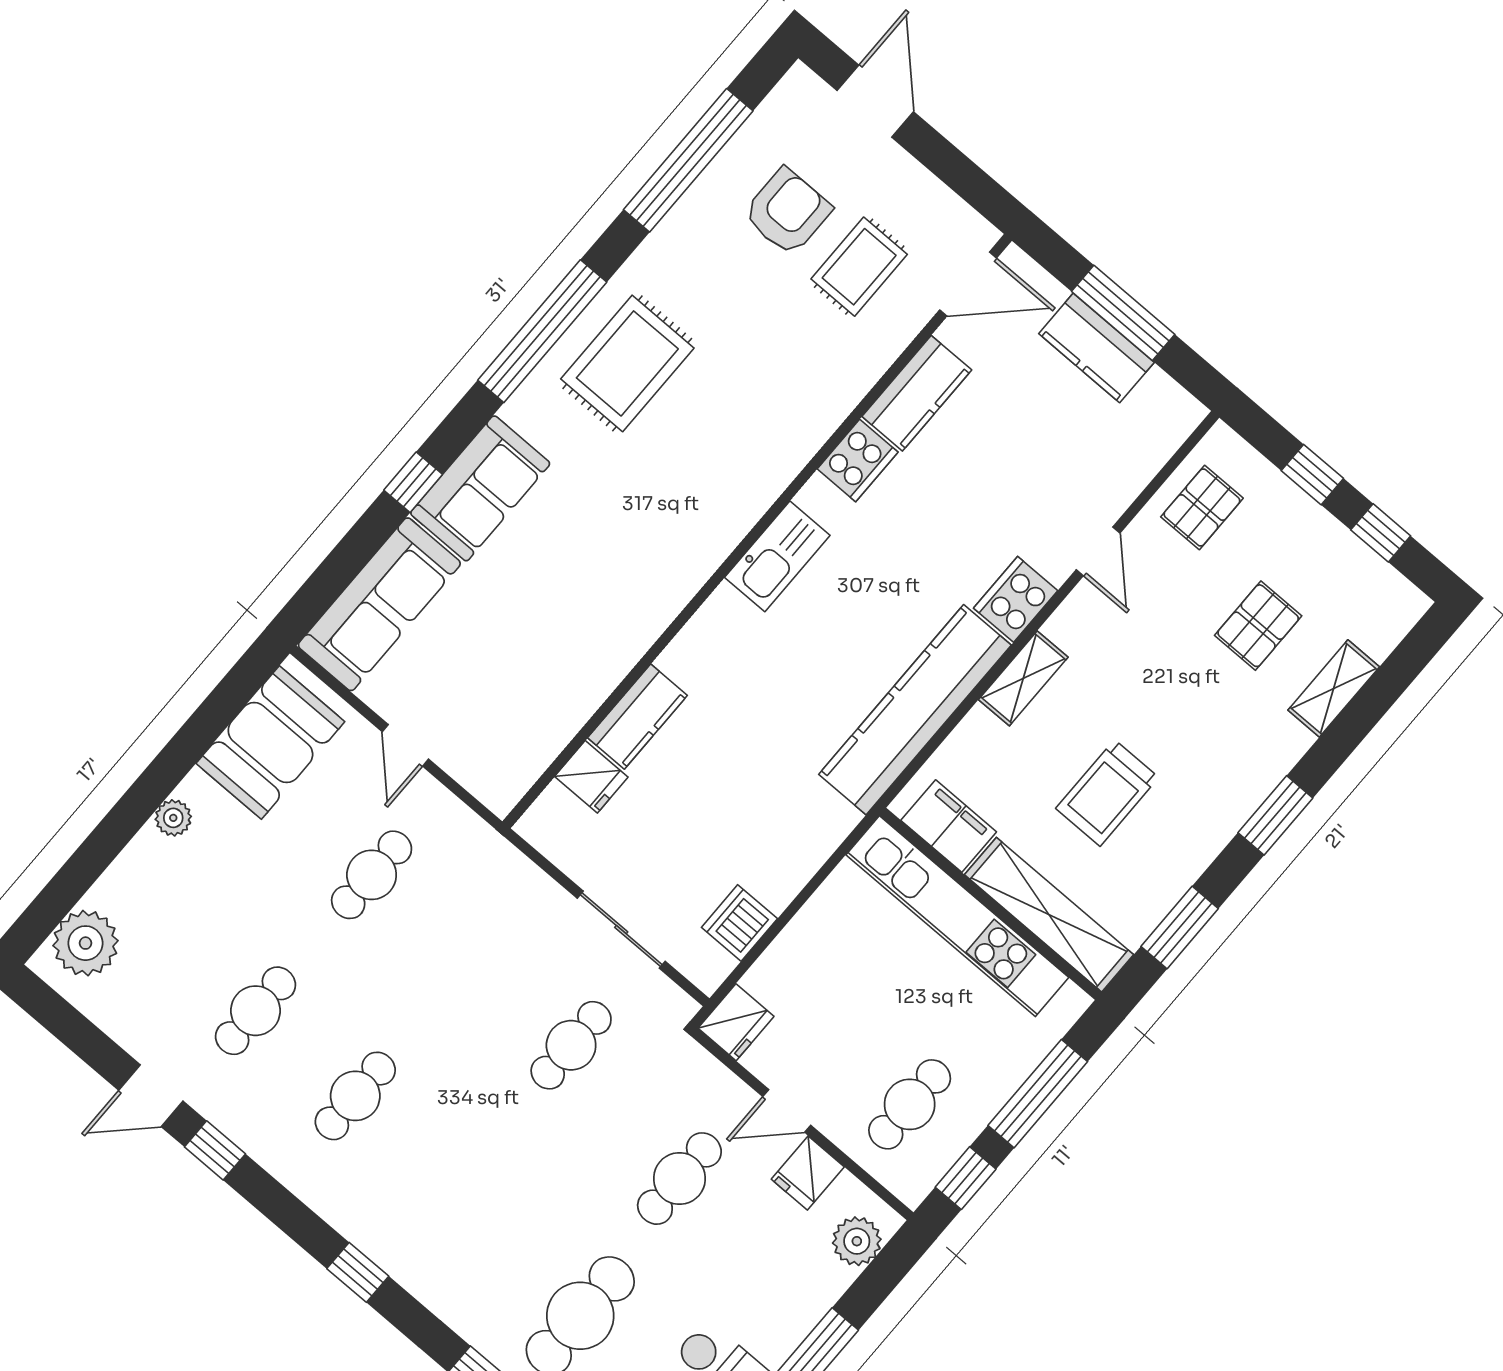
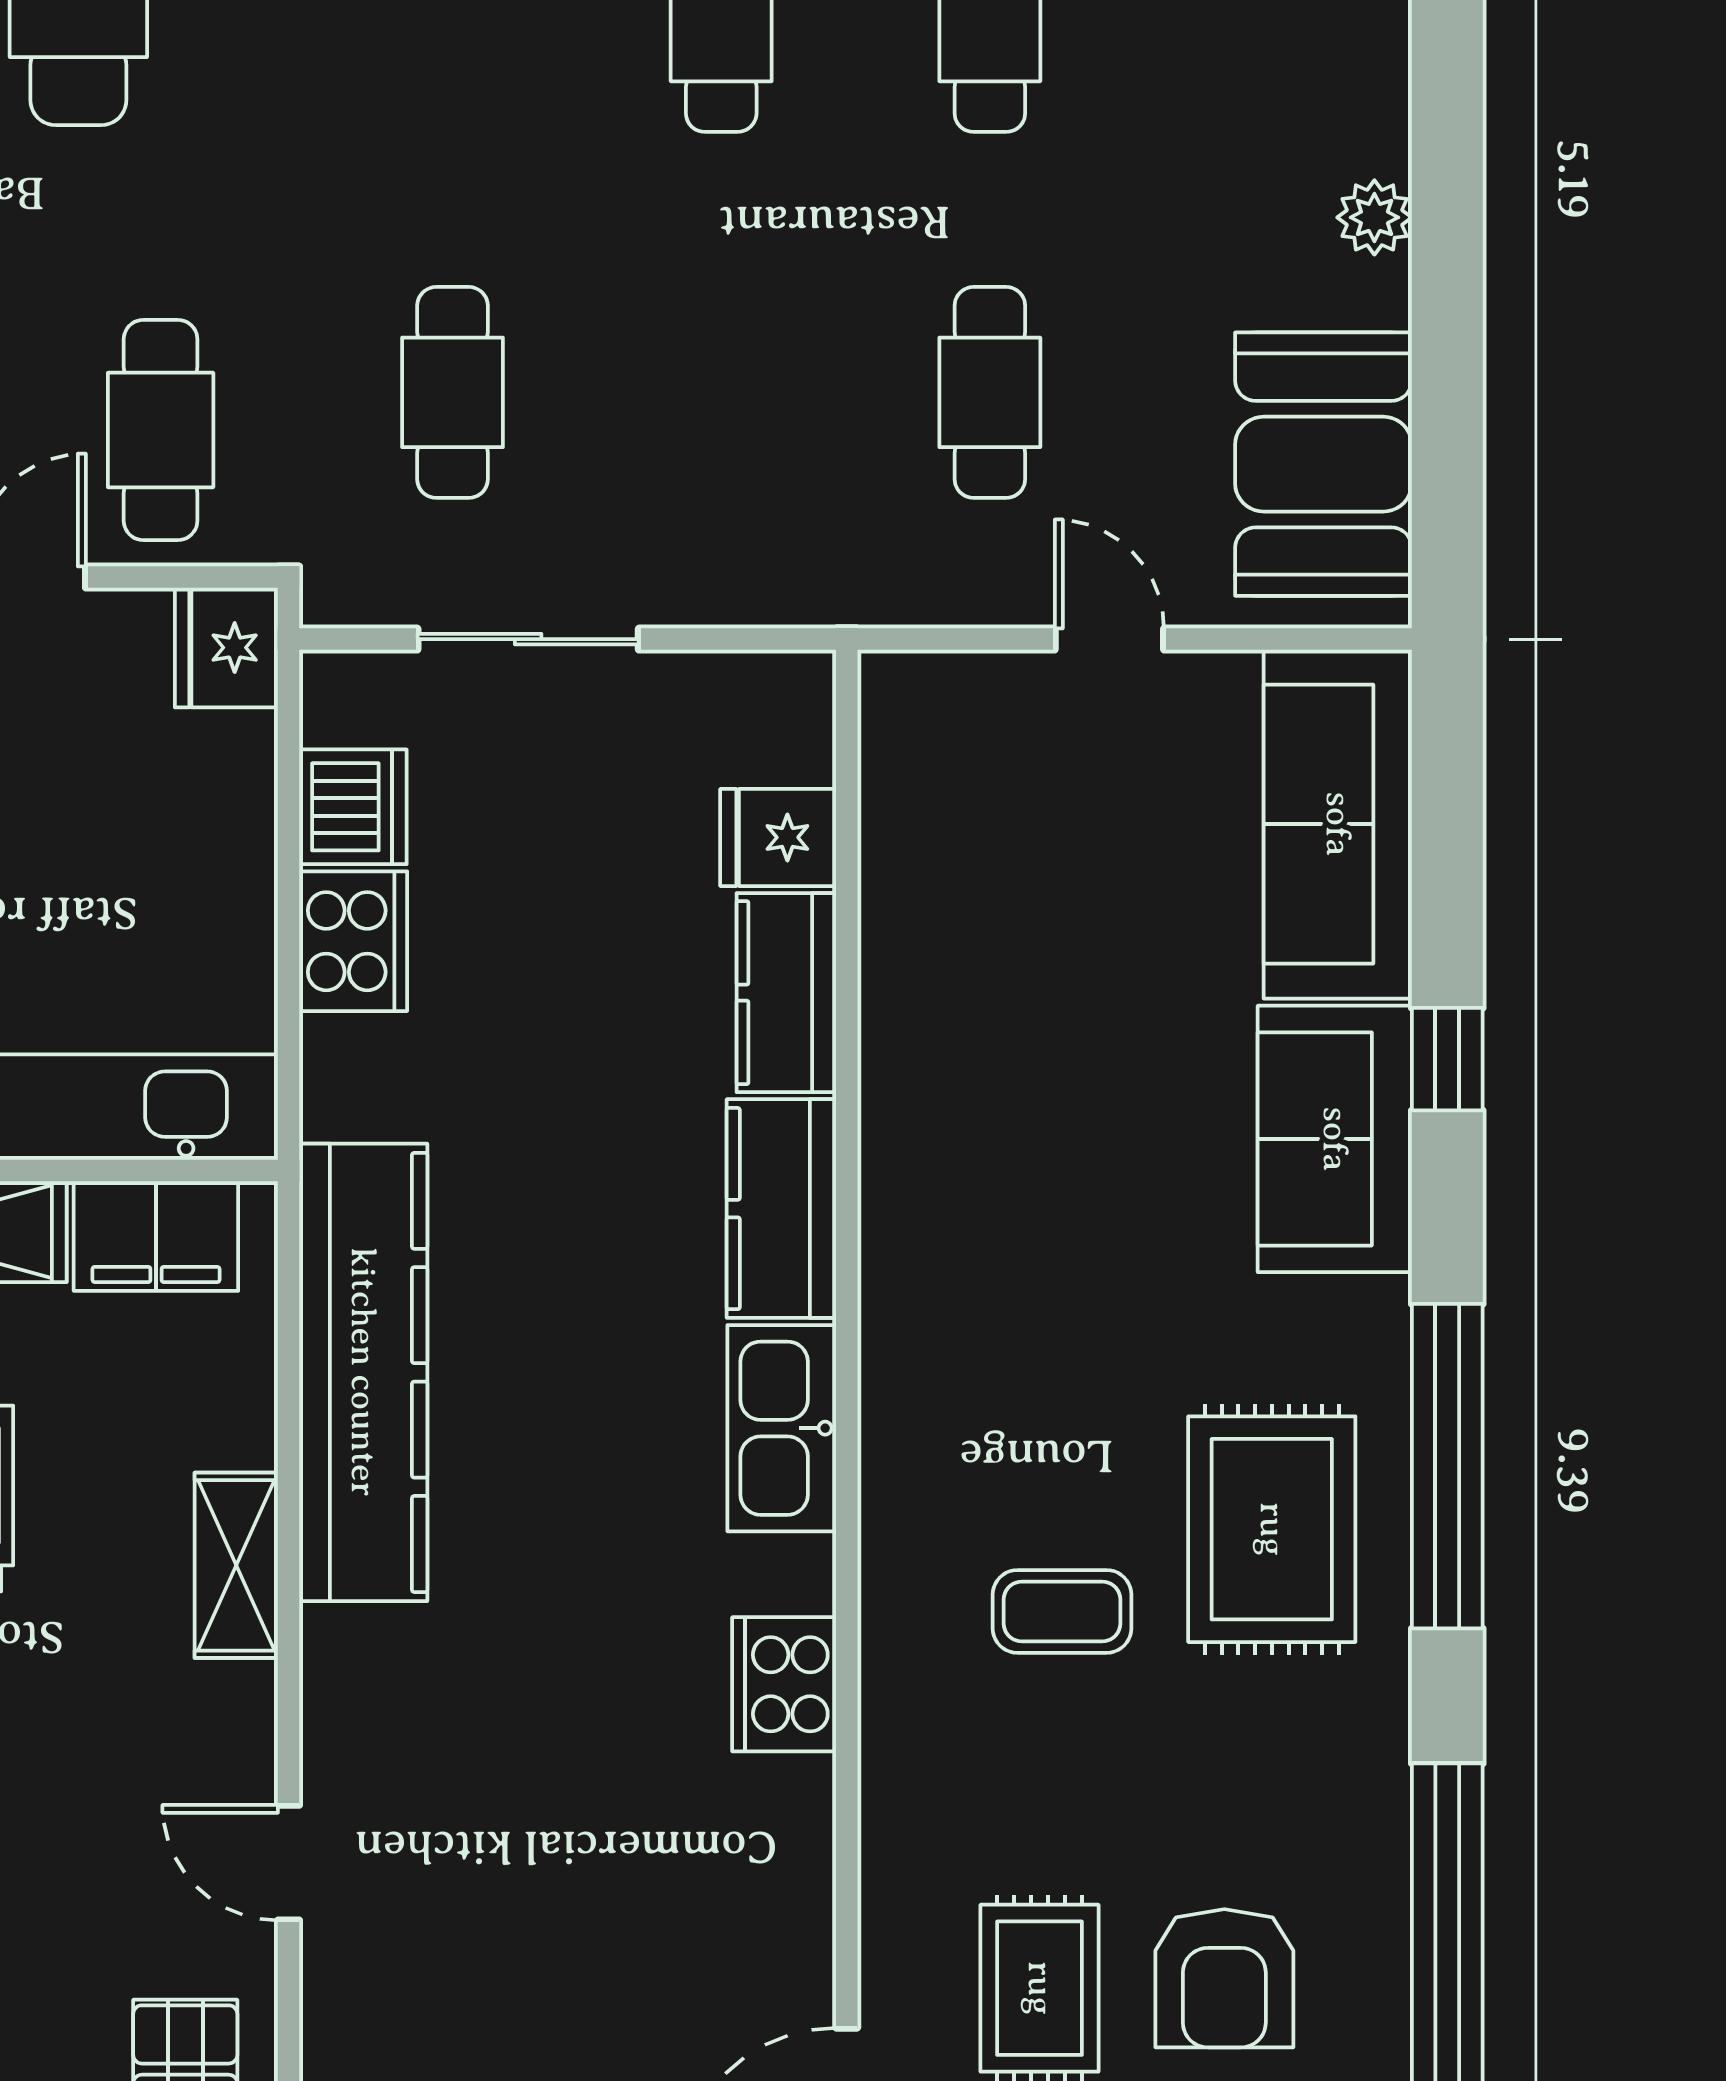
kitchen counter: (917, 393) -> (781, 1209), moved
coffee table: (731, 399) -> (1062, 1611), added
cooker: (1016, 599) -> (353, 941), moved
cafe table: (679, 1179) -> (161, 430), moved

